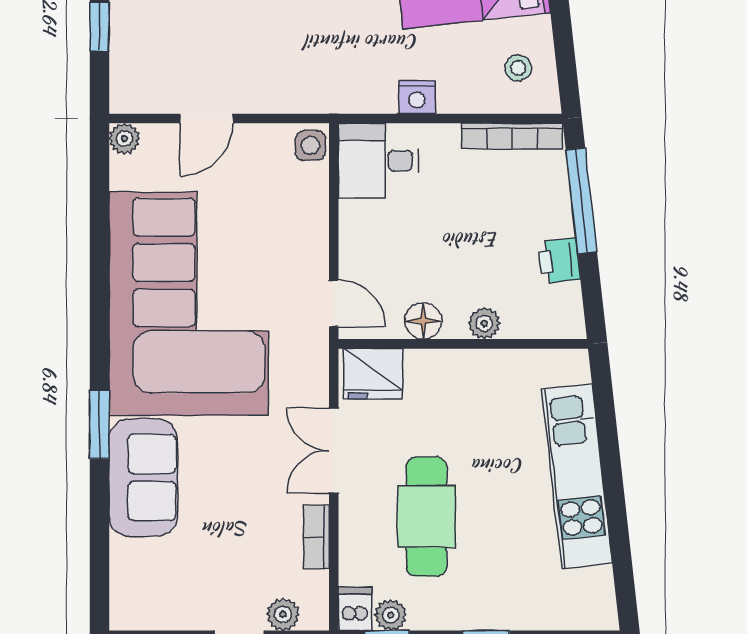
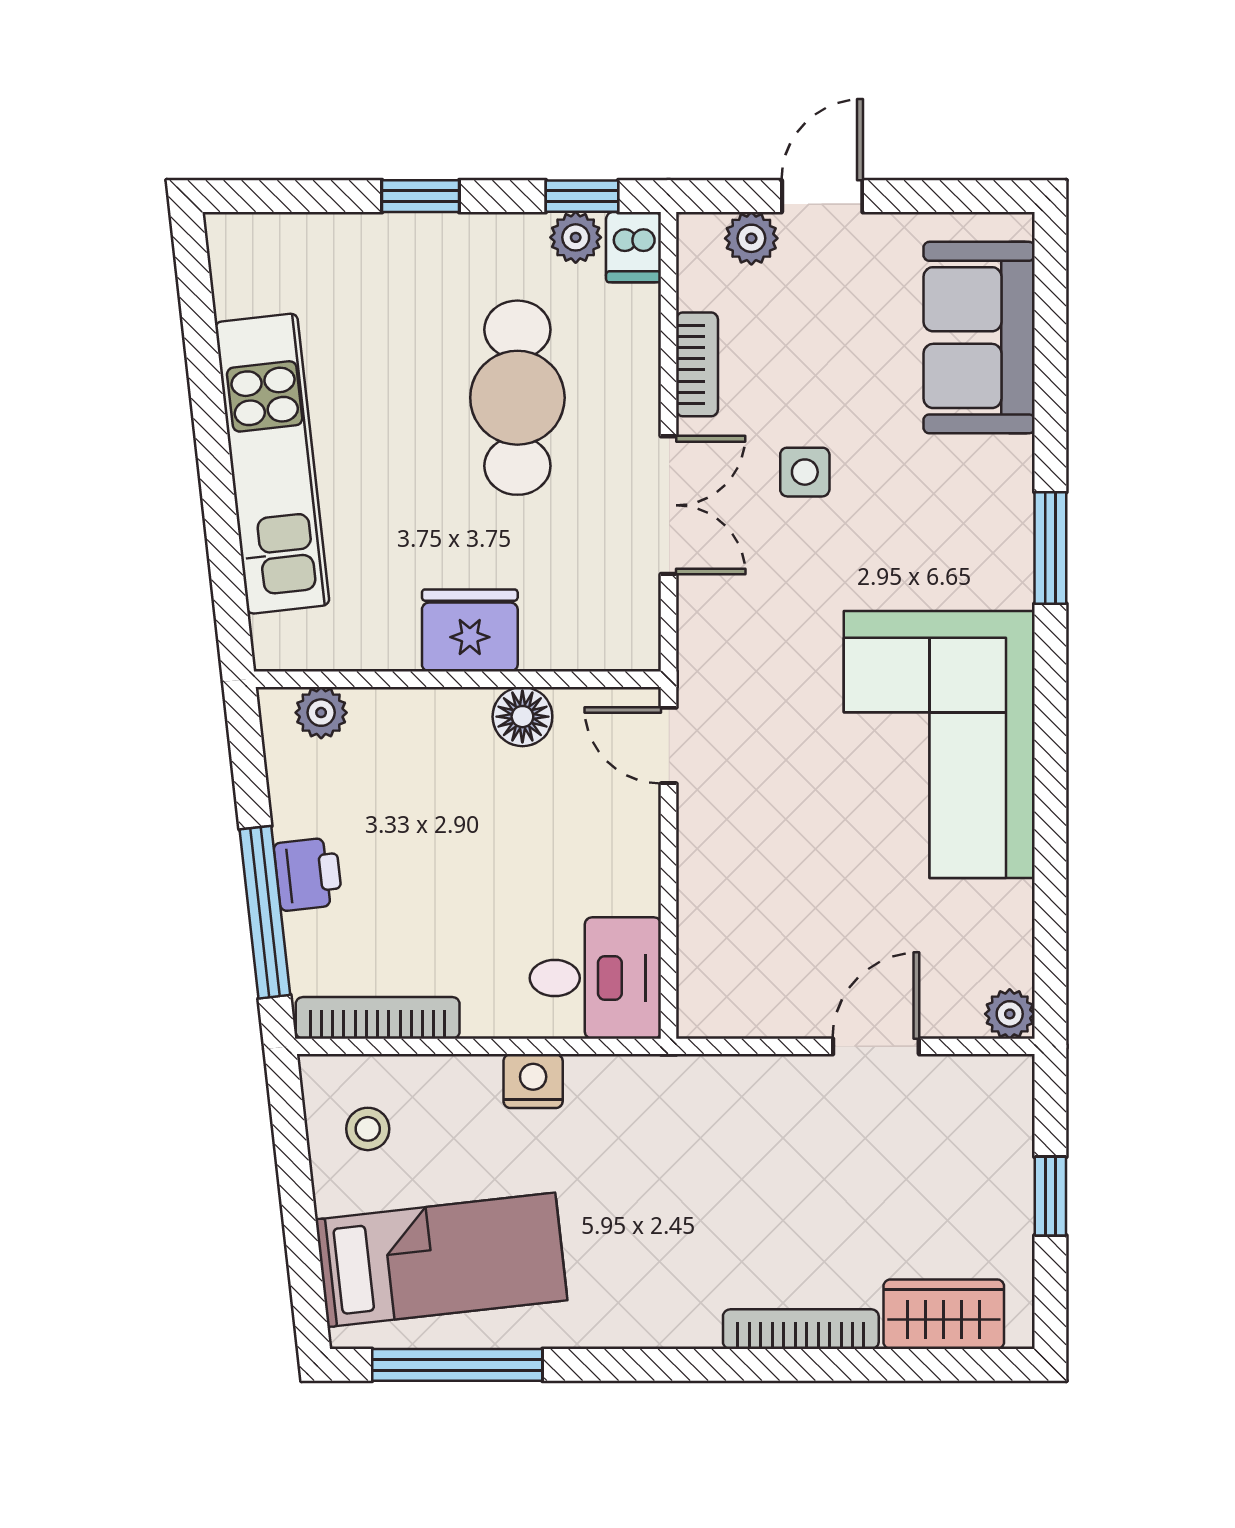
side table: (310, 145) -> (805, 472), moved
printer: (559, 261) -> (308, 874), moved
corner sofa: (189, 304) -> (939, 745), width x0.73, depth x0.74
plant: (484, 323) -> (321, 713), moved
fridge: (373, 374) -> (470, 630), moved
sofa: (143, 477) -> (979, 338), moved

